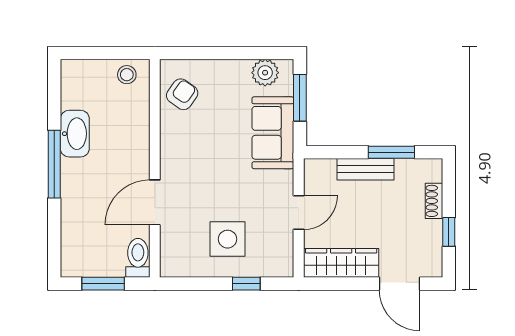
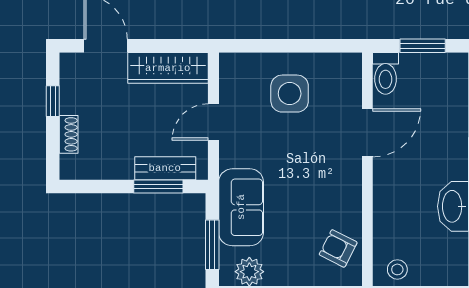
armchair: (182, 94) -> (338, 248), turned 82
window: (391, 152) -> (158, 186), moved
bench: (366, 169) -> (165, 168), moved
window: (246, 284) -> (270, 46), removed

